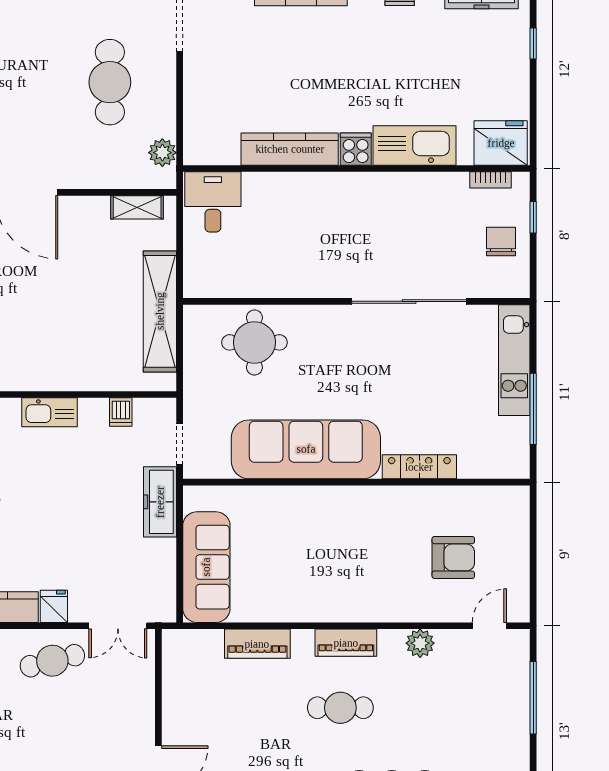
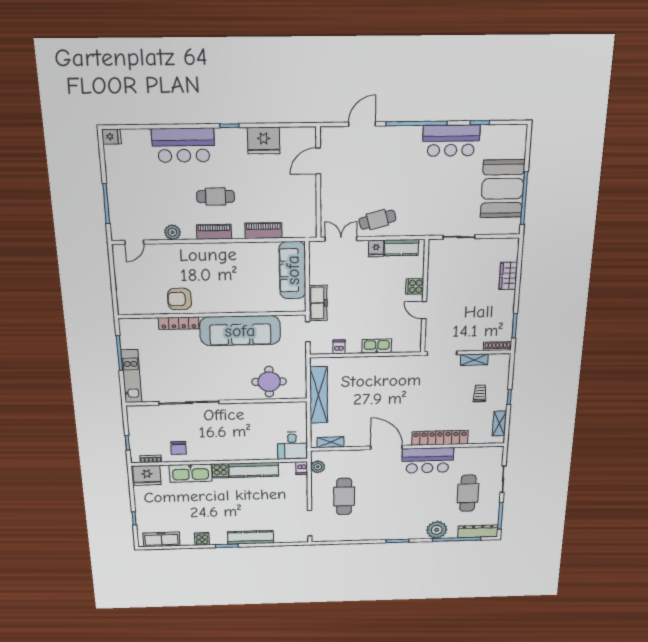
dishwasher: (194, 151) -> (302, 468), added
chair: (501, 241) -> (179, 448), moved
armchair: (453, 557) -> (179, 299), moved

